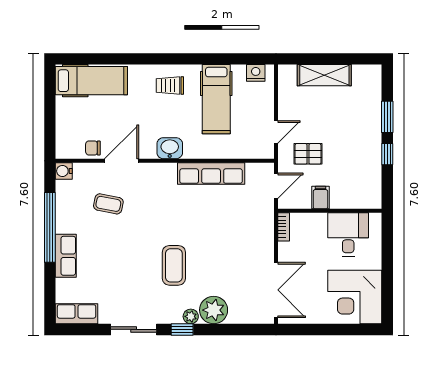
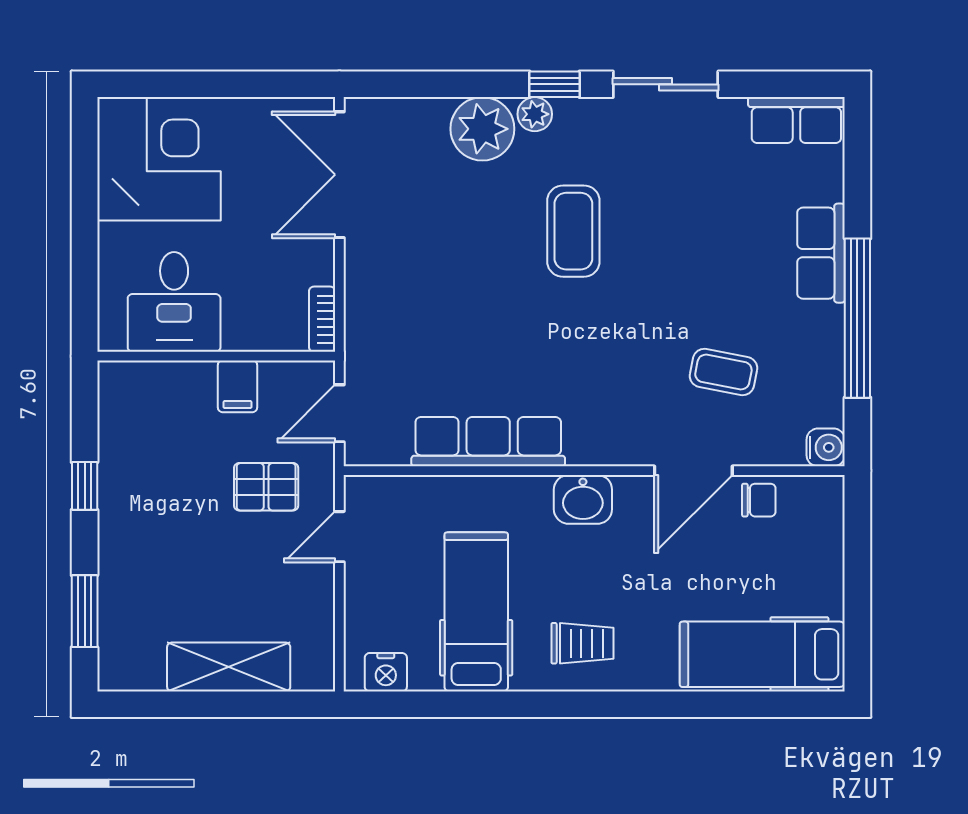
window: (387, 117) -> (85, 611), moved

